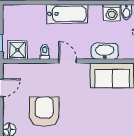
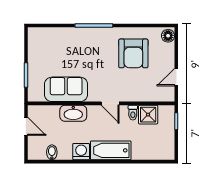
washing machine: (112, 13) -> (81, 152), moved
shower: (18, 50) -> (148, 115), moved

